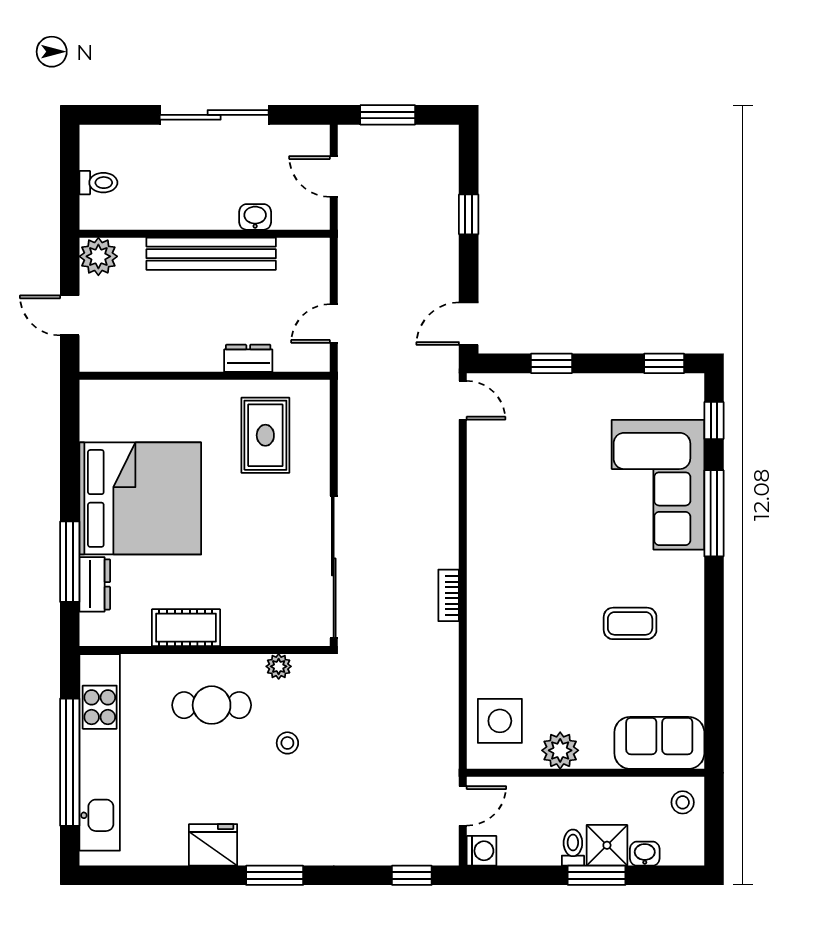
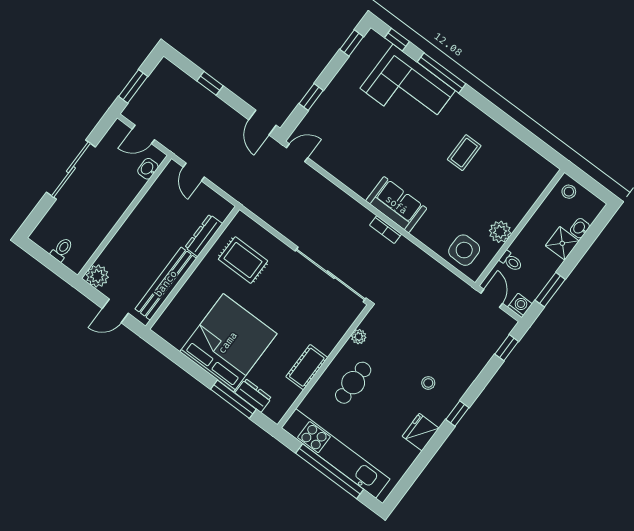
washbasin: (255, 217) -> (148, 169), moved
bench: (211, 254) -> (166, 284), moved
door: (334, 323) -> (194, 172), moved
dresser: (248, 358) -> (204, 236), width x1.44
stool: (287, 743) -> (428, 383), moved
sofa: (659, 743) -> (396, 205), moved, turned 90
toilet: (573, 848) -> (511, 261), moved, turned 180
window: (275, 875) -> (457, 414), width x0.67
window: (597, 875) -> (550, 290), moved

